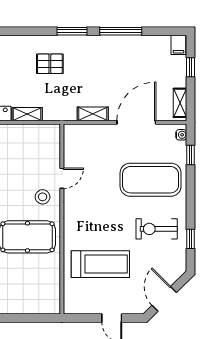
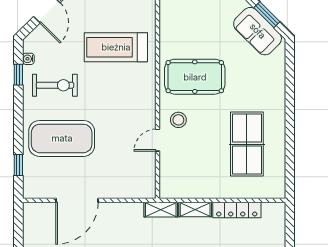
shelving: (180, 103) -> (30, 222), removed
shelving: (93, 114) -> (161, 210), moved
water cooler: (181, 135) -> (28, 59), moved

